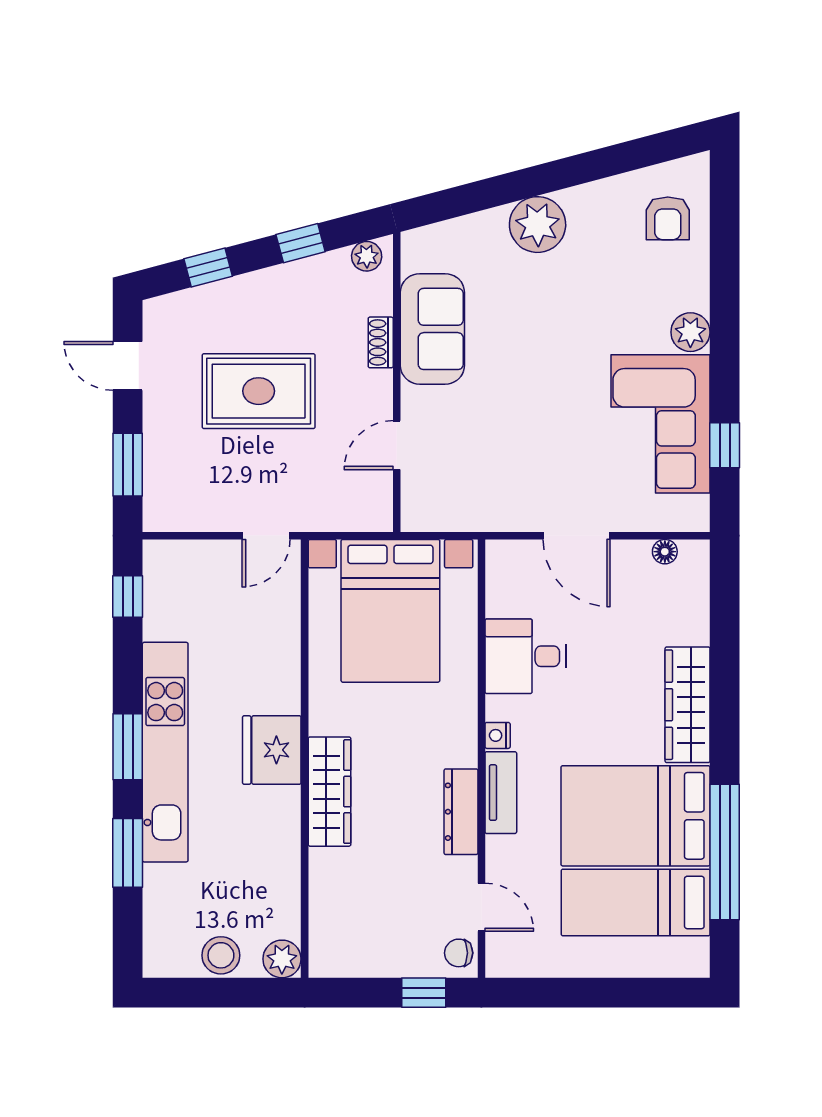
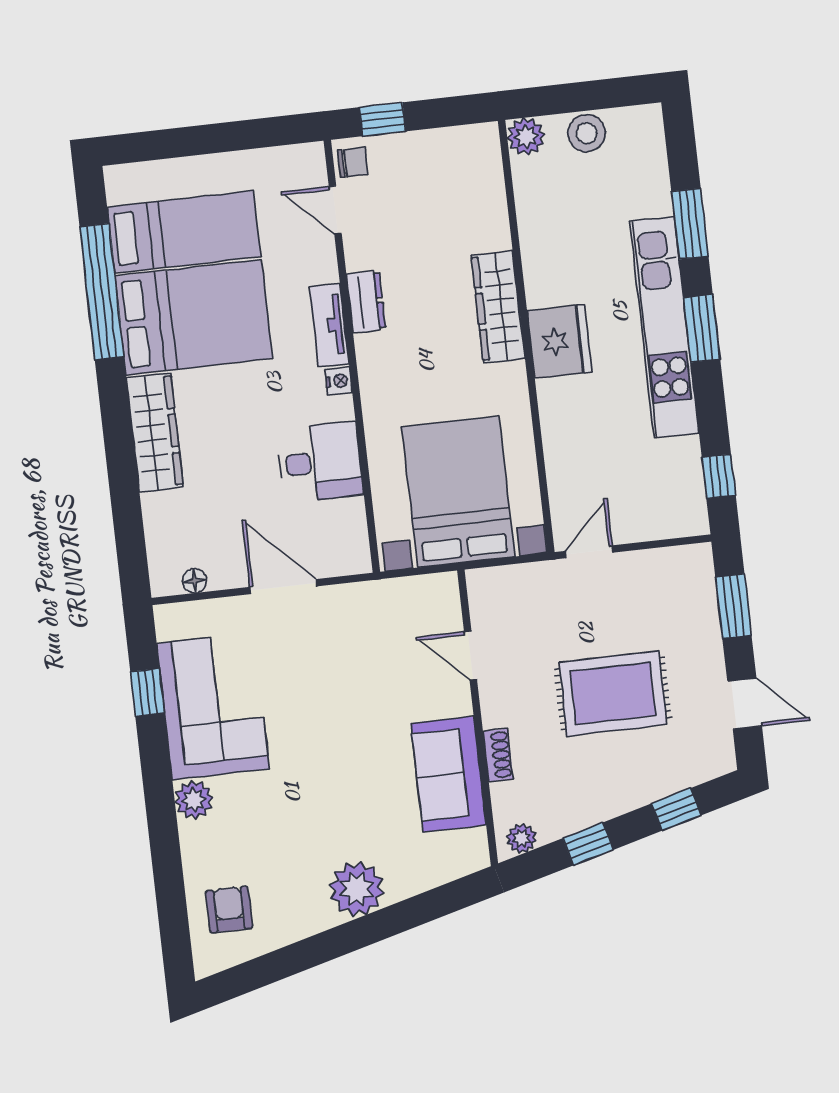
door: (397, 445) -> (471, 656), swing flipped
dresser: (461, 812) -> (366, 302), width x0.70

